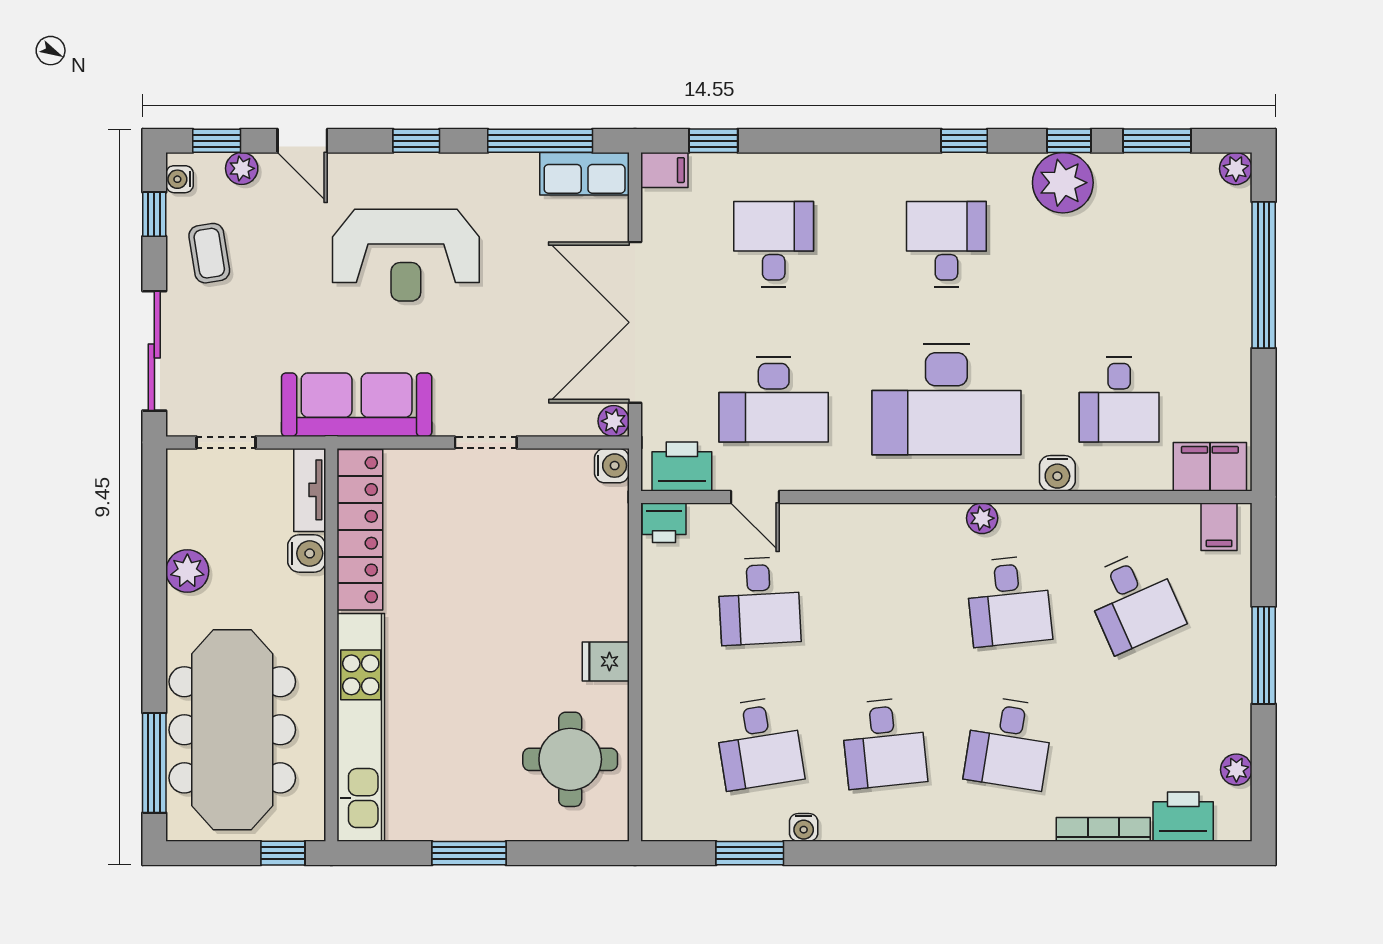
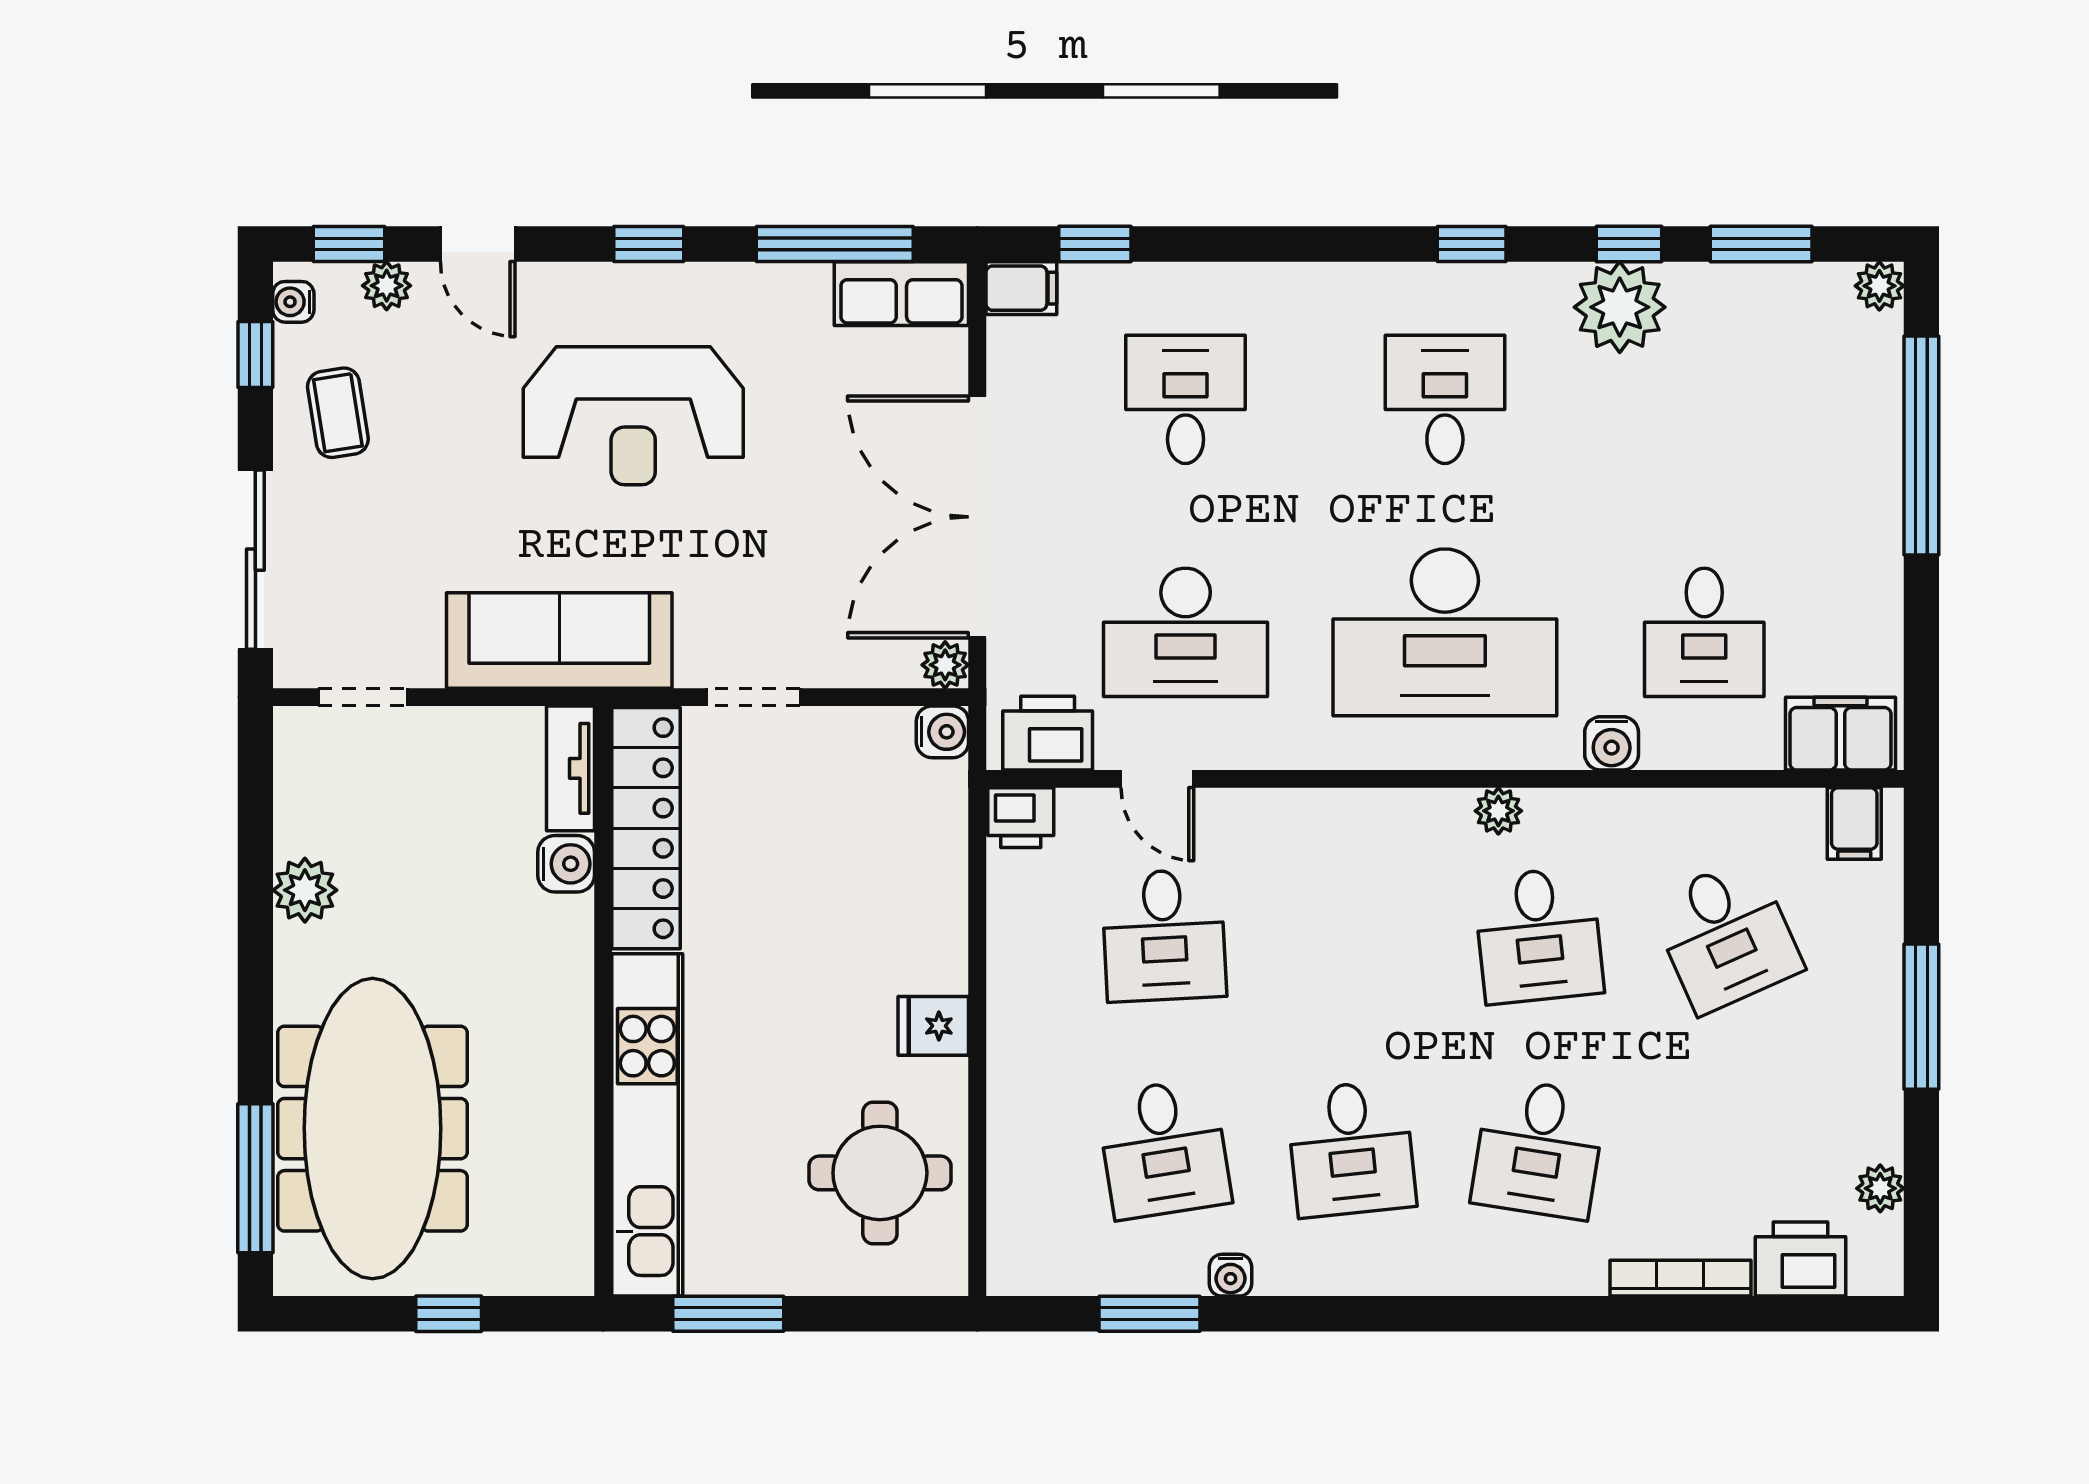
tv unit: (310, 490) -> (571, 768), moved
locker: (360, 530) -> (646, 828), moved
water cooler: (307, 553) -> (566, 864), moved
wall: (331, 645) -> (603, 1001), moved
kitchen unit: (361, 727) -> (647, 1125), moved

